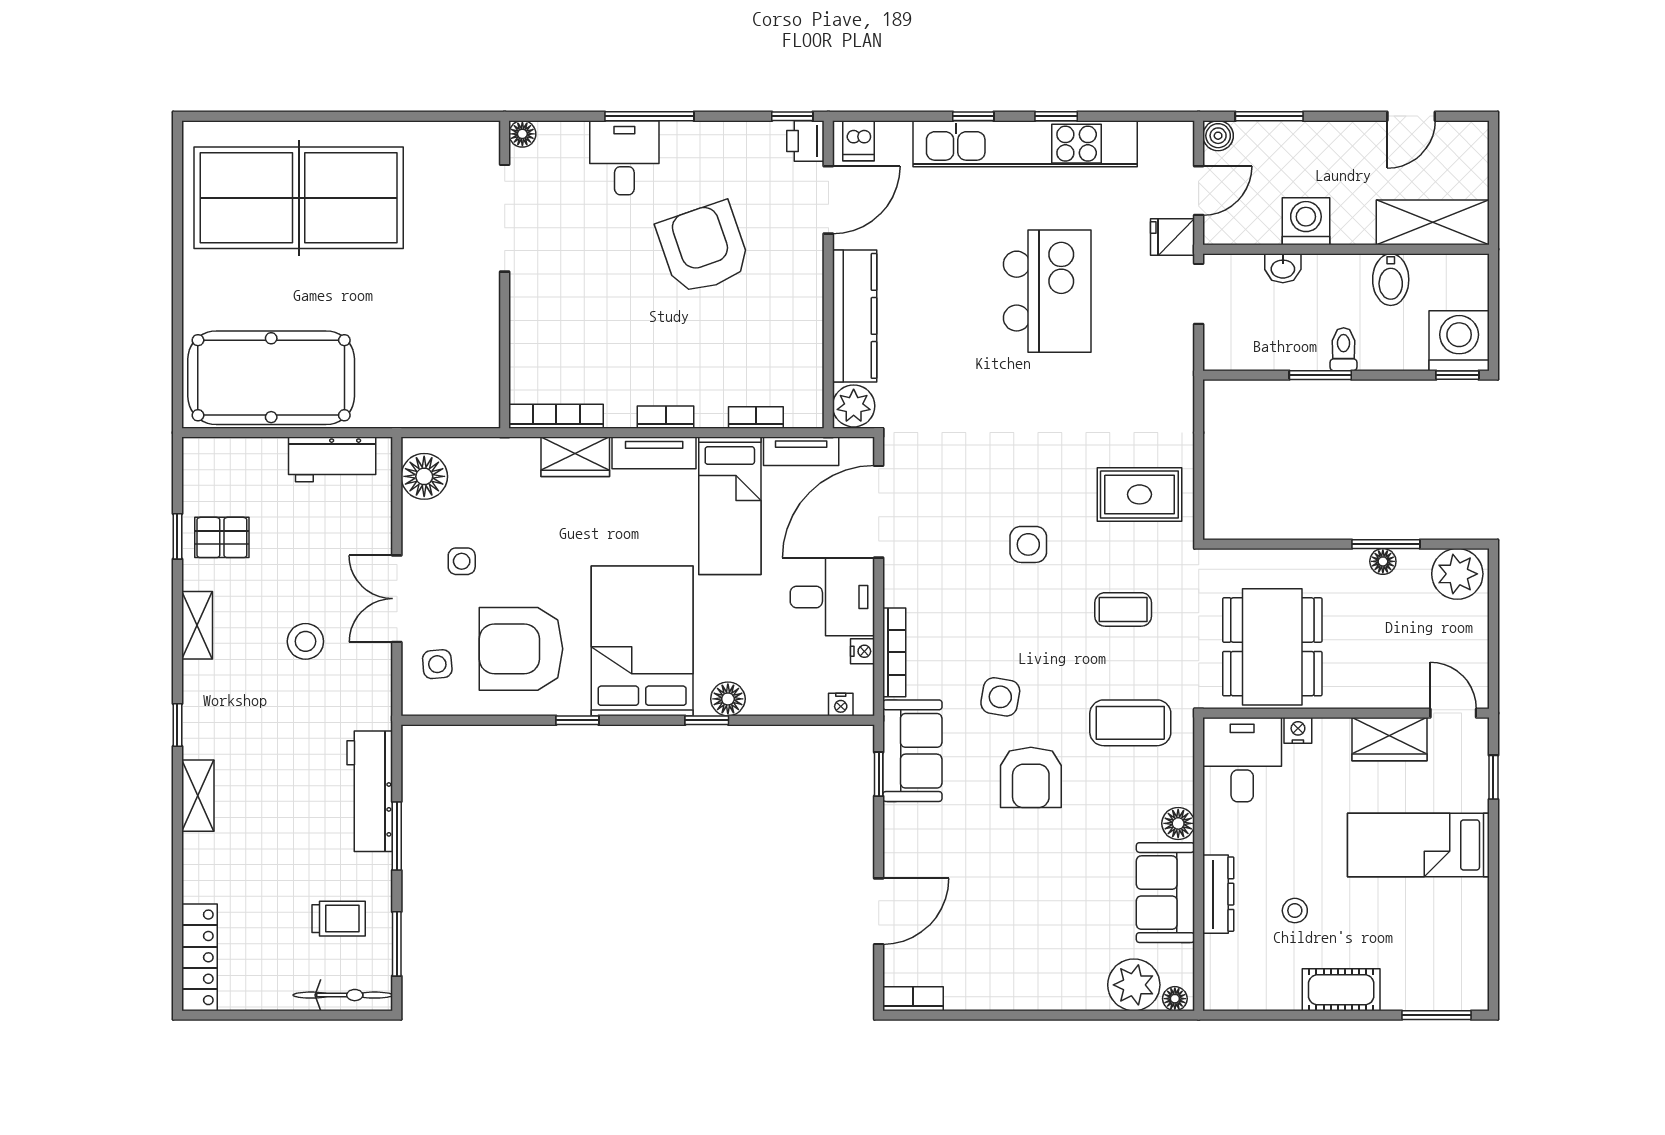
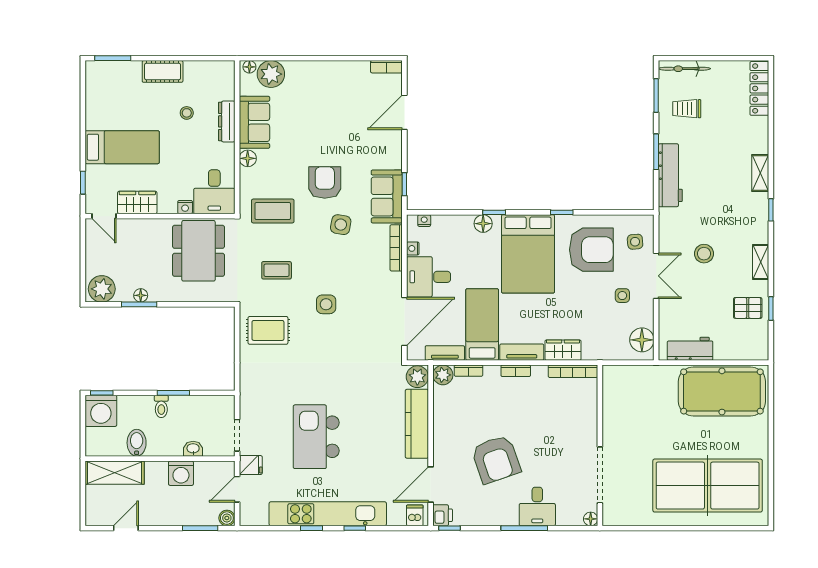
plant: (805, 409) -> (443, 375), added

